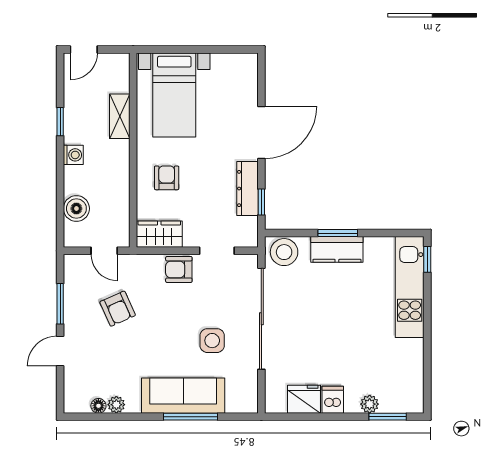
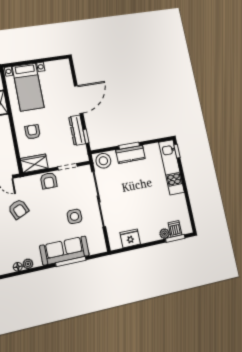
armchair: (179, 269) -> (49, 181), turned -90
dishwasher: (333, 400) -> (175, 229), moved

